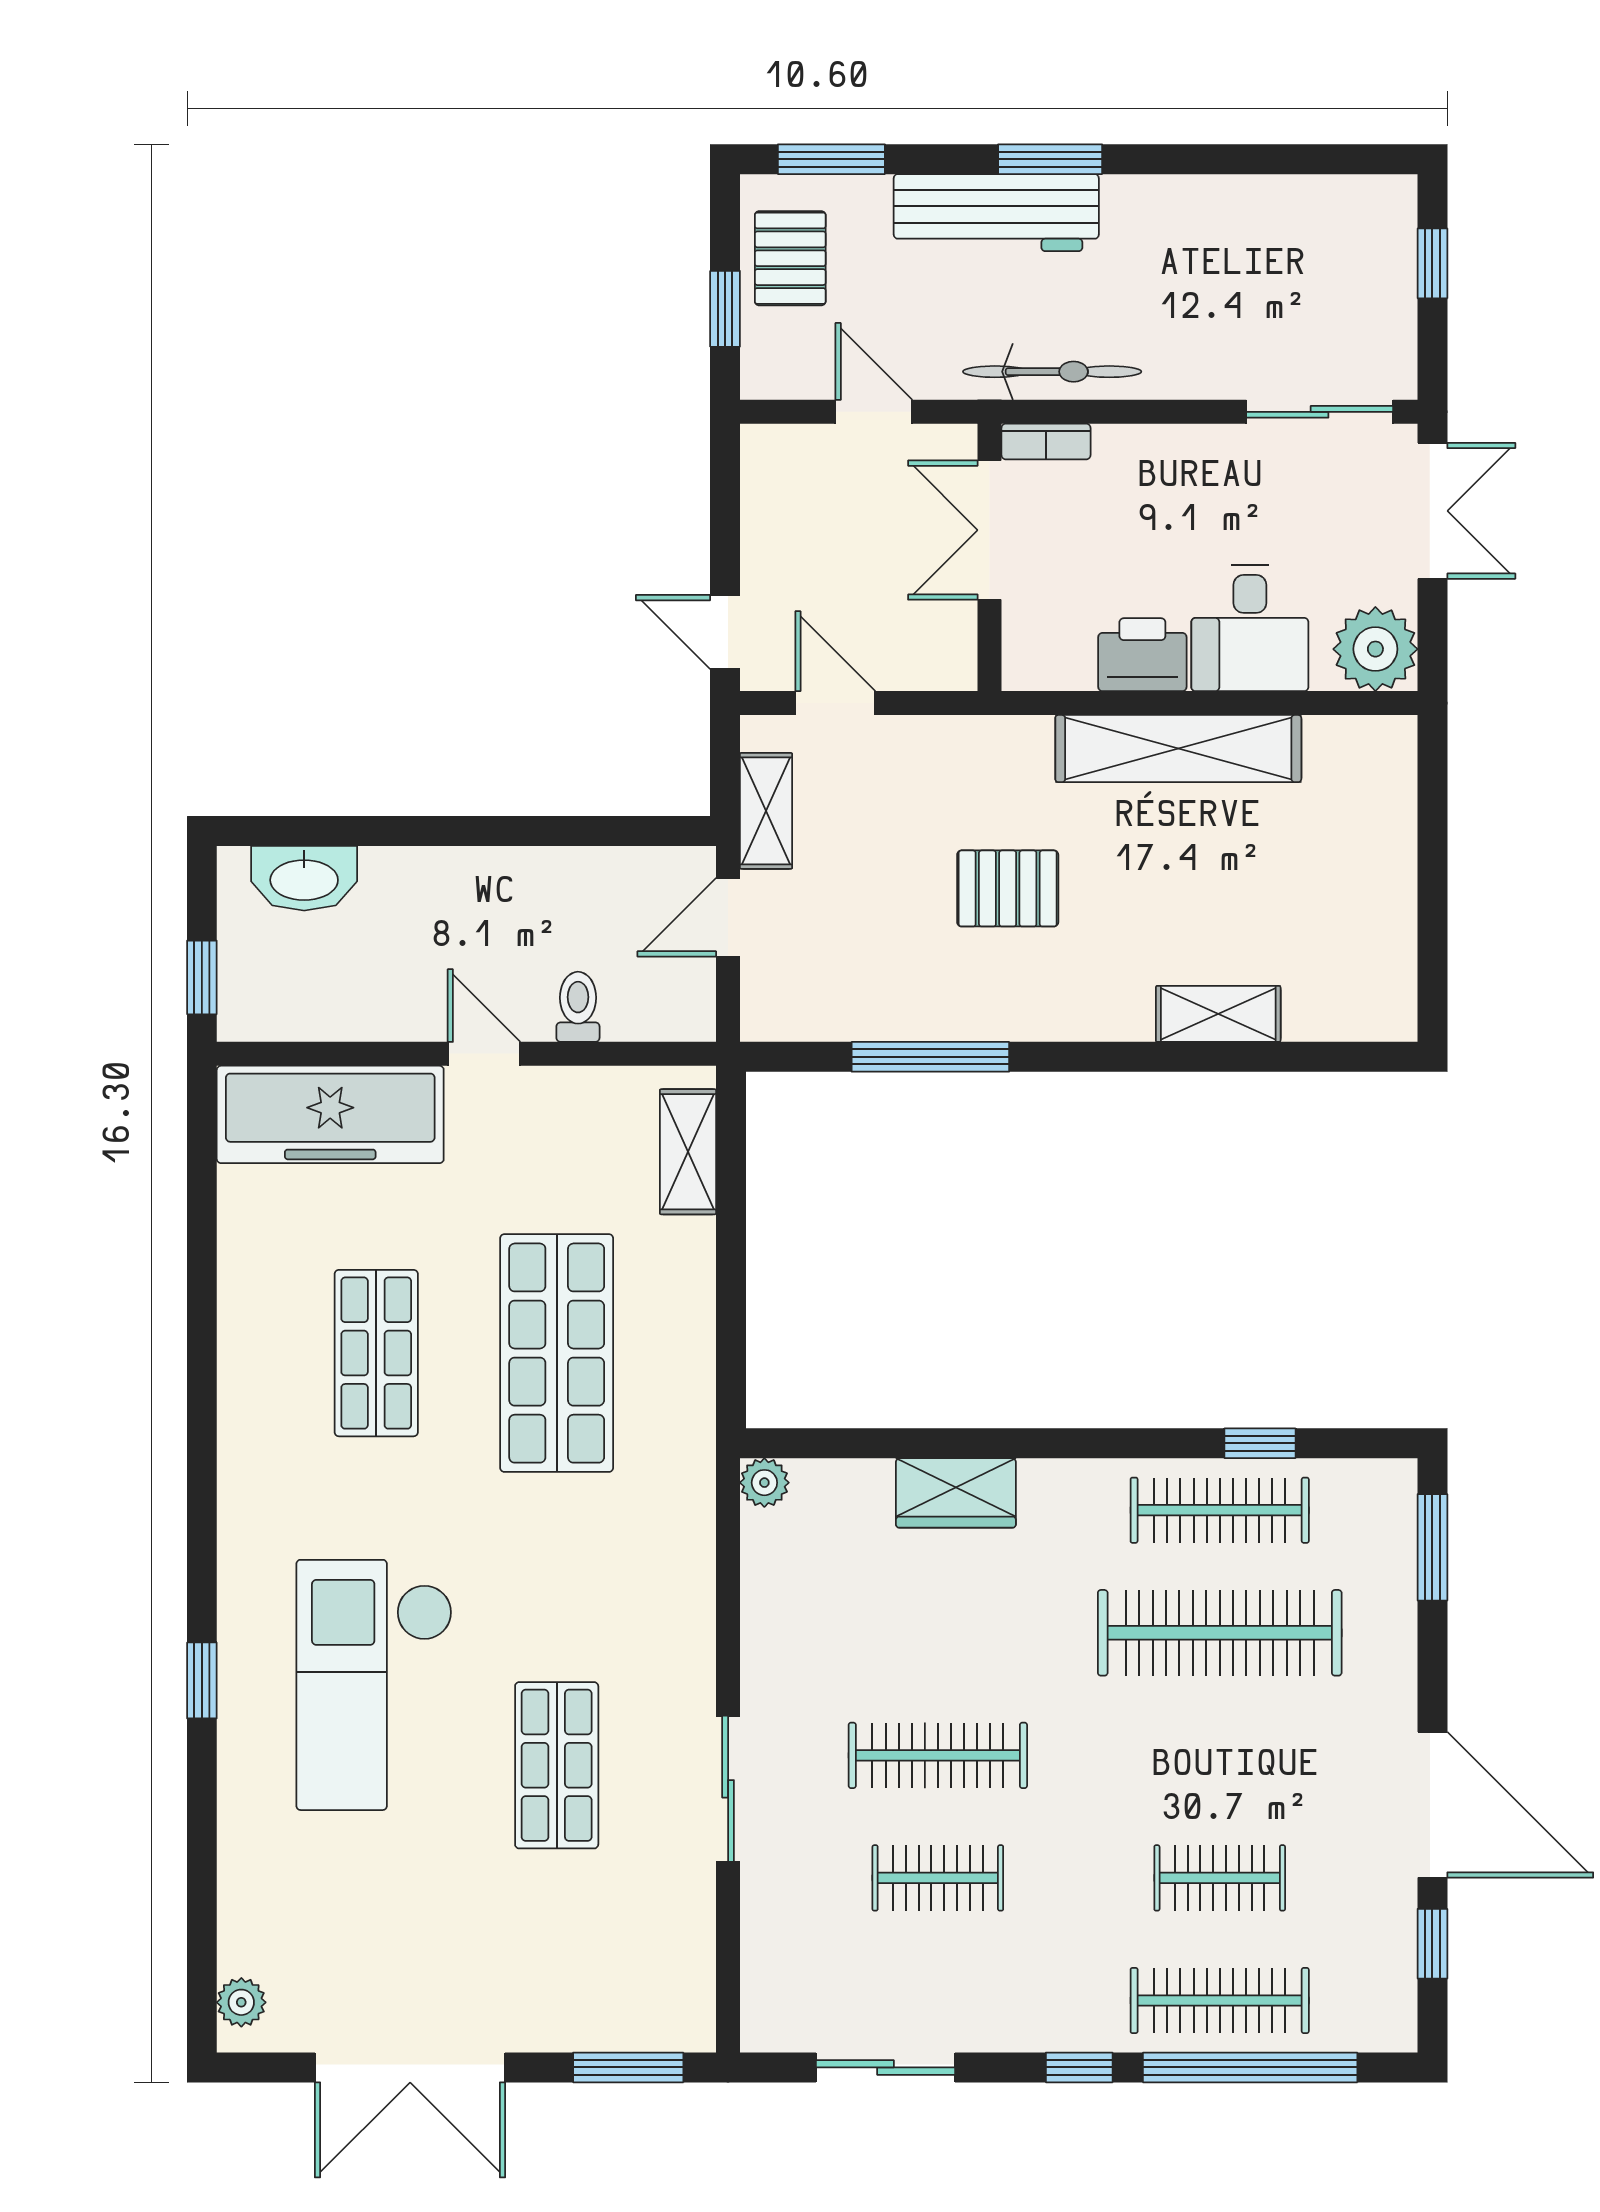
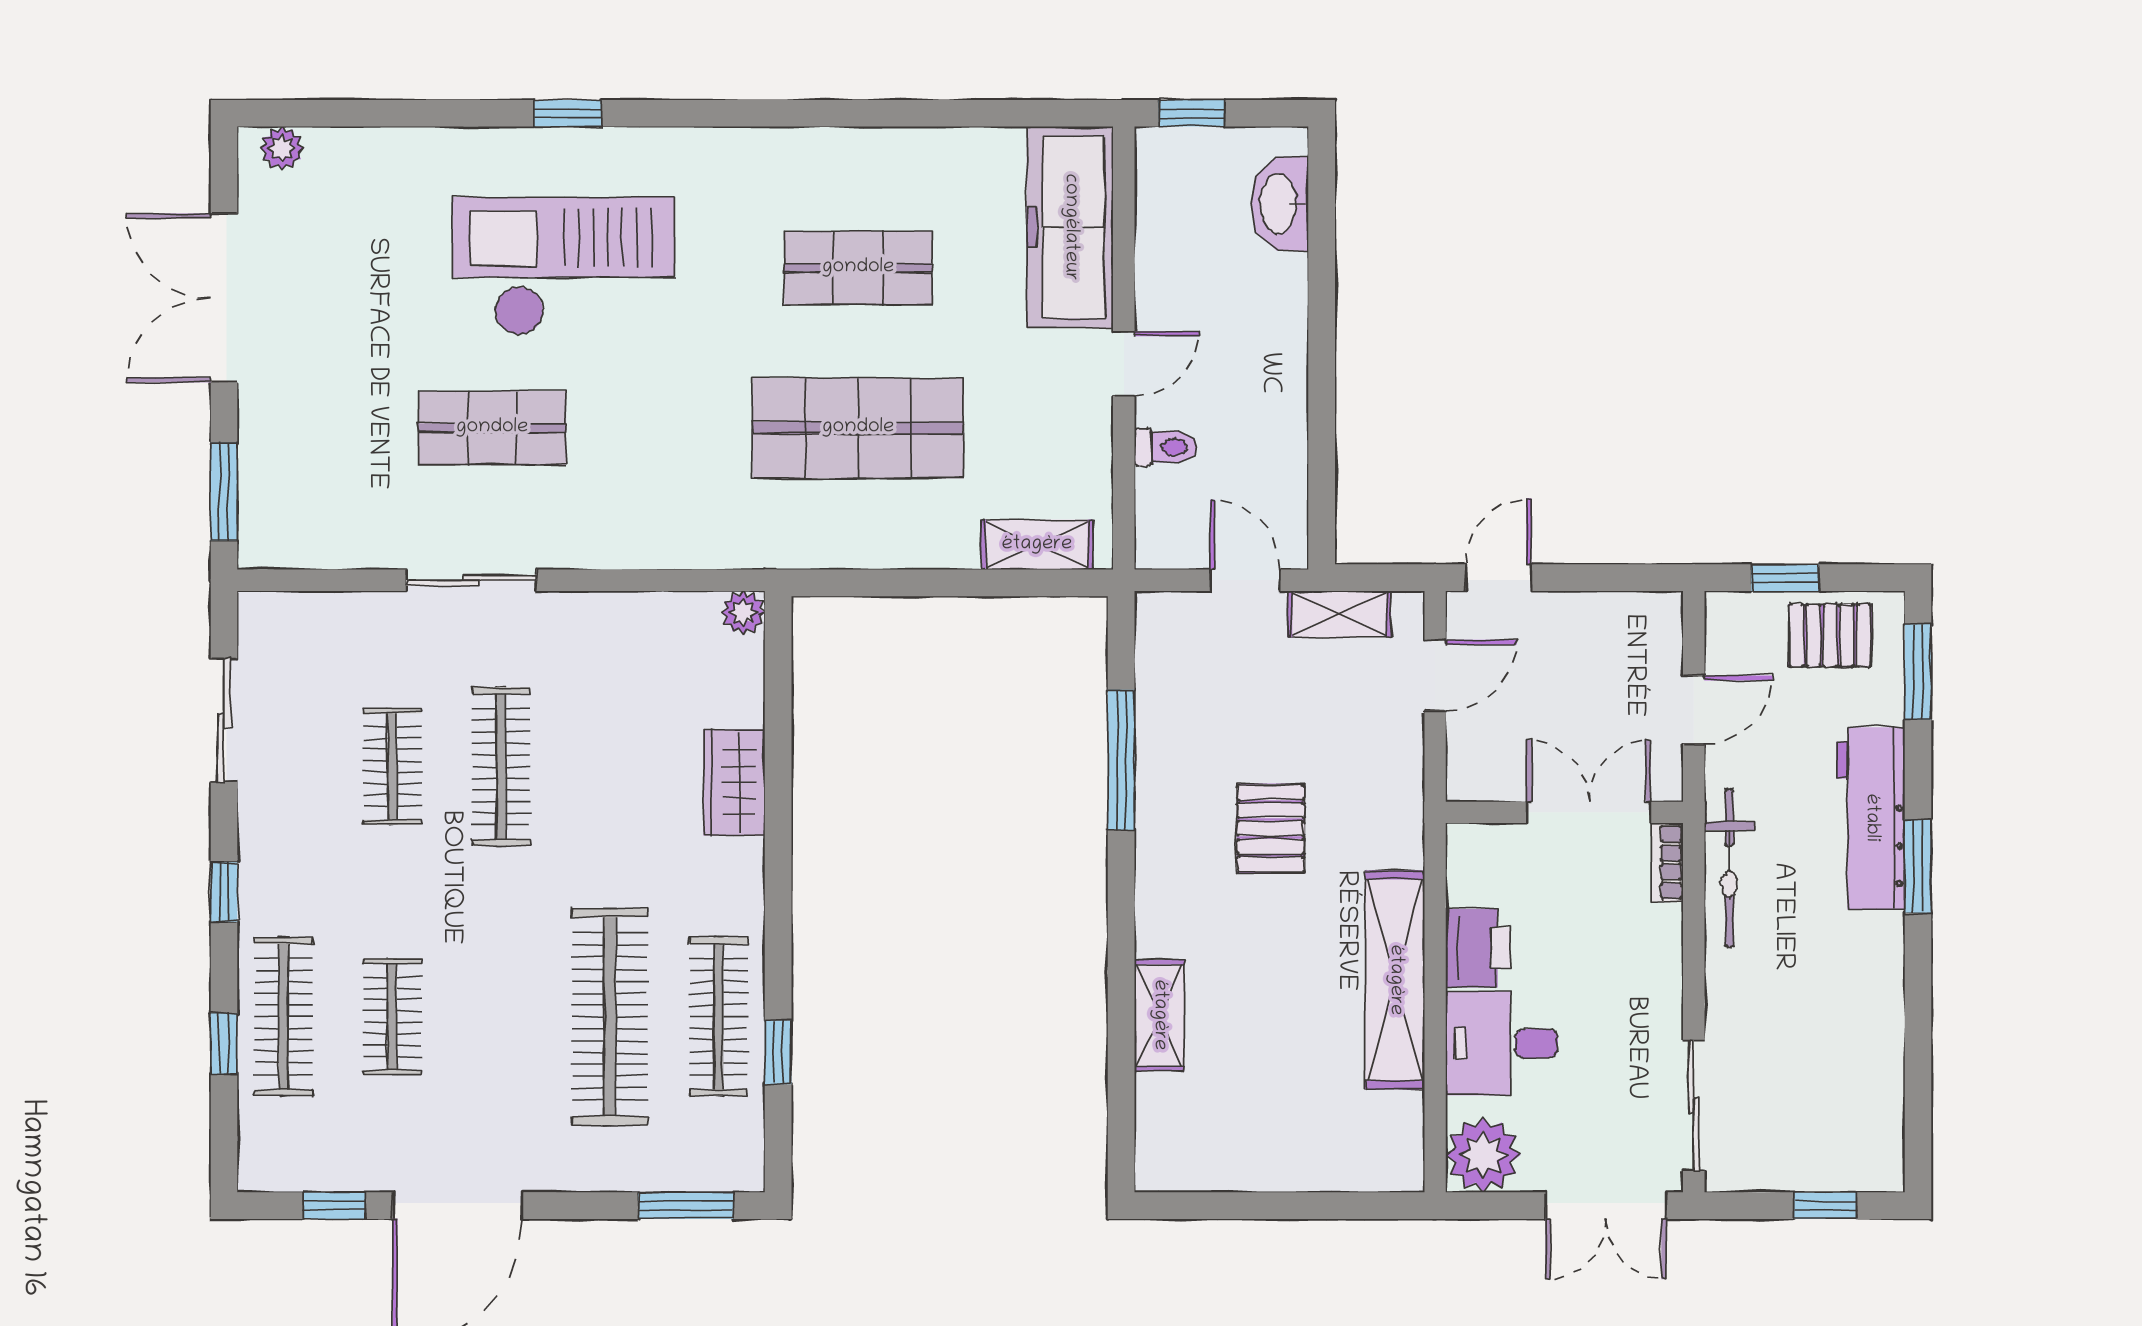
window: (1250, 2067) -> (224, 1044), width x0.32

